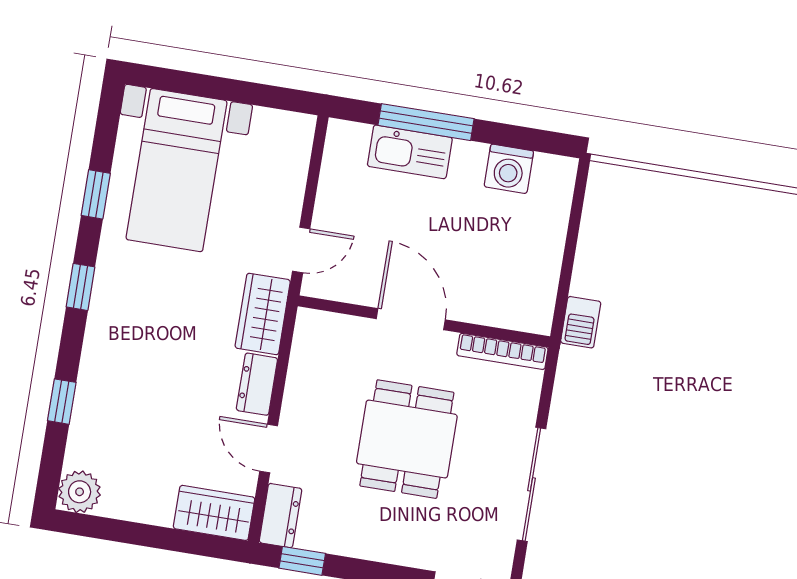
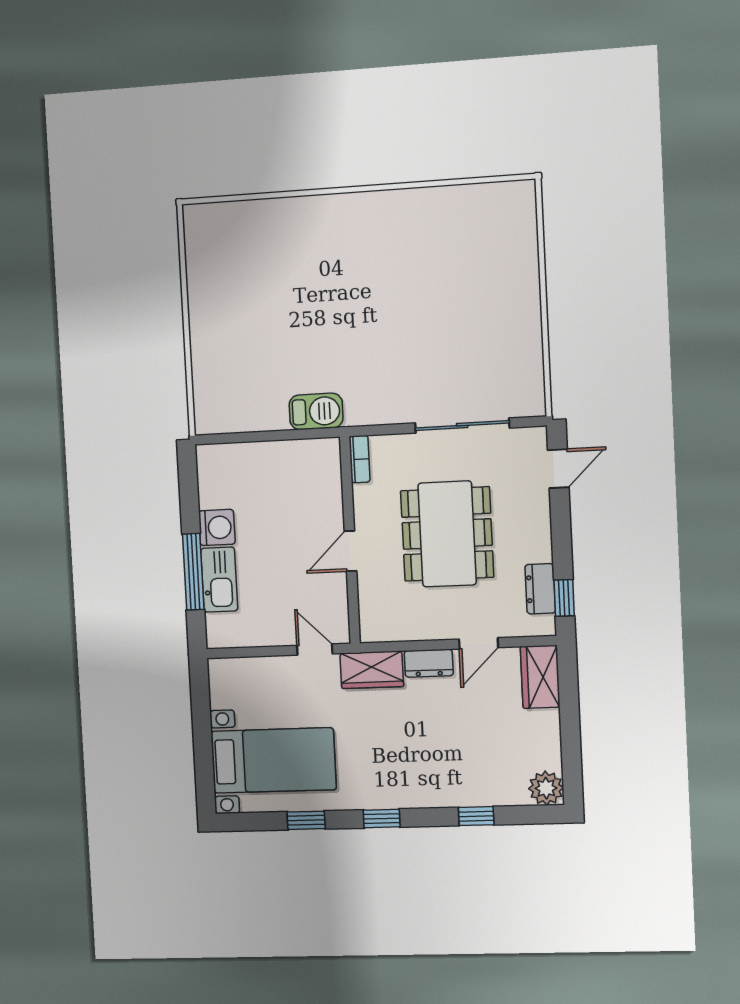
washing machine: (509, 169) -> (217, 527), moved
door: (411, 319) -> (351, 551), width x0.73
barbecue: (581, 322) -> (316, 411), width x1.38, depth x1.27
bookcase: (502, 351) -> (360, 459), width x0.64
dining table: (407, 439) -> (447, 534), width x1.38
dresser: (280, 516) -> (540, 589), moved, turned -90

